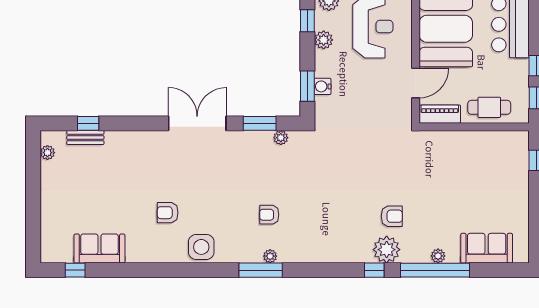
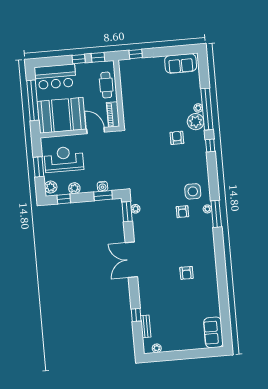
window: (88, 123) -> (136, 315), moved
window: (260, 123) -> (127, 212), moved
side table: (201, 247) -> (193, 191), moved
sofa: (99, 248) -> (213, 332), moved
sofa: (487, 248) -> (181, 63), moved, turned -90
plant: (387, 250) -> (196, 122), moved
window: (75, 270) -> (226, 326), removed

